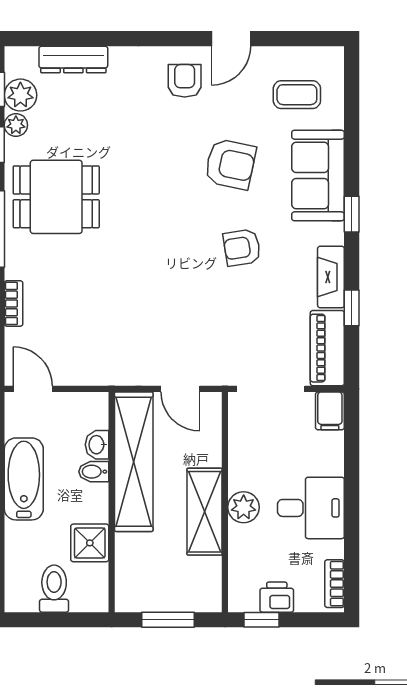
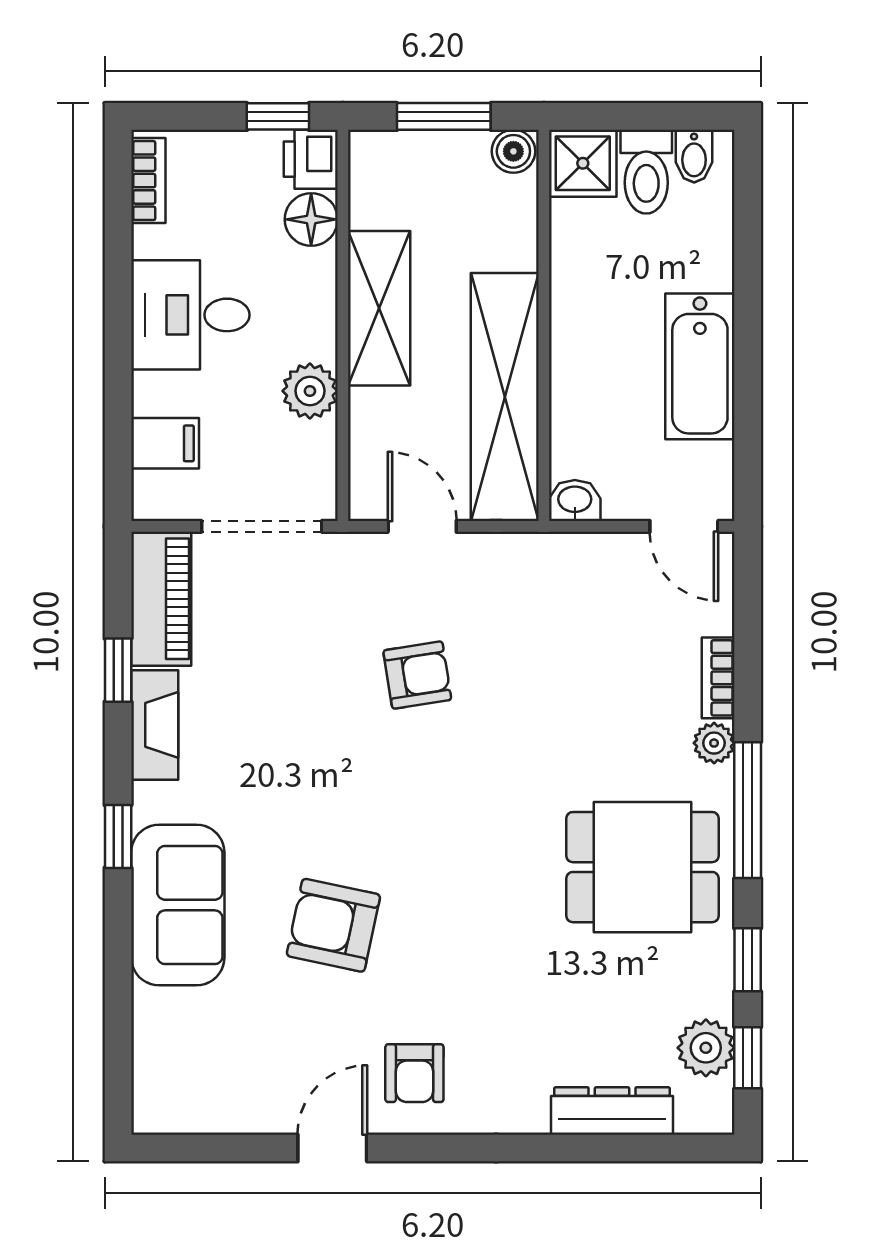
coffee table: (297, 95) -> (215, 1049), removed
plant: (16, 125) -> (714, 743), moved
armchair: (242, 247) -> (417, 675), moved
filing cabinet: (330, 411) -> (165, 443), moved, turned 90
washbasin: (97, 445) -> (575, 500), moved, turned -90
bidet: (94, 472) -> (694, 156), moved, turned 90
plant: (244, 507) -> (310, 391), moved
shower: (90, 543) -> (583, 163), moved
floor lamp: (243, 562) -> (311, 219), added
printer: (277, 597) -> (311, 159), moved, turned 90
boiler: (129, 600) -> (513, 151), added

